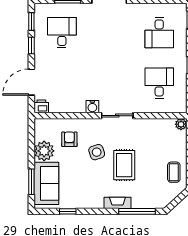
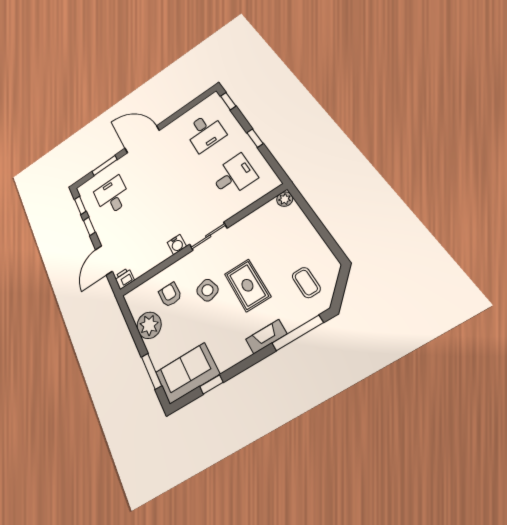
desk: (159, 83) -> (234, 176), turned 90
coffee table: (174, 172) -> (306, 282), moved
sofa: (46, 183) -> (187, 373), moved, turned -90

